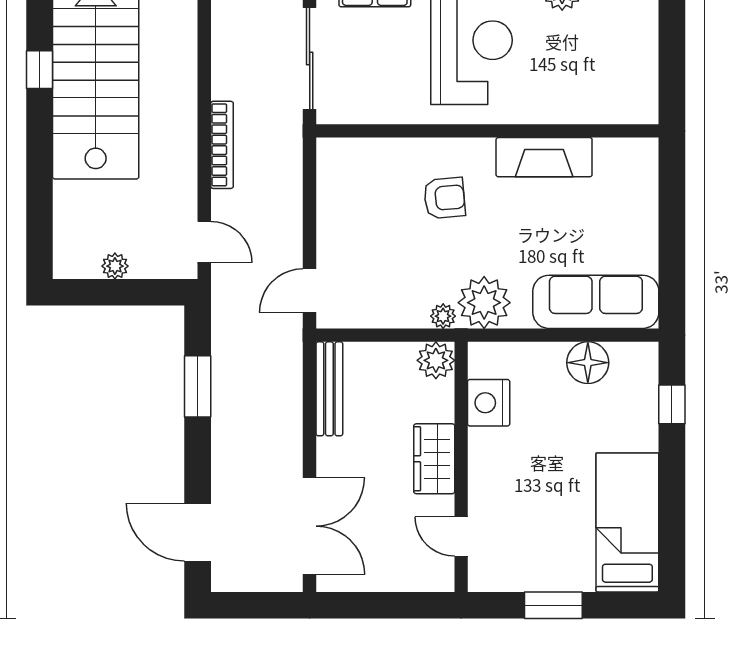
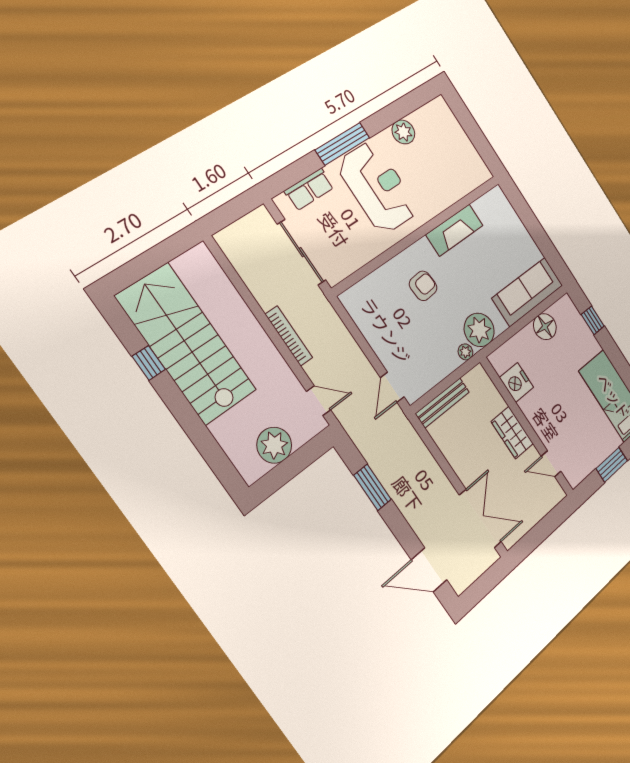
plant: (115, 266) -> (274, 445), width x1.88, depth x1.88
plant: (436, 360) -> (478, 379), removed
bench: (329, 389) -> (442, 403), moved, turned 90

